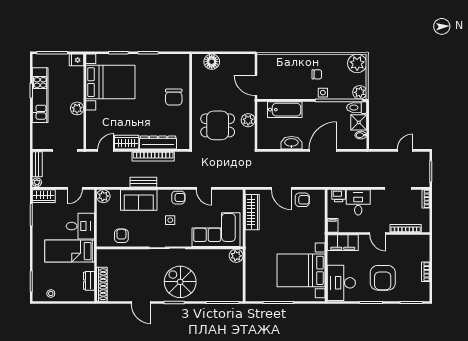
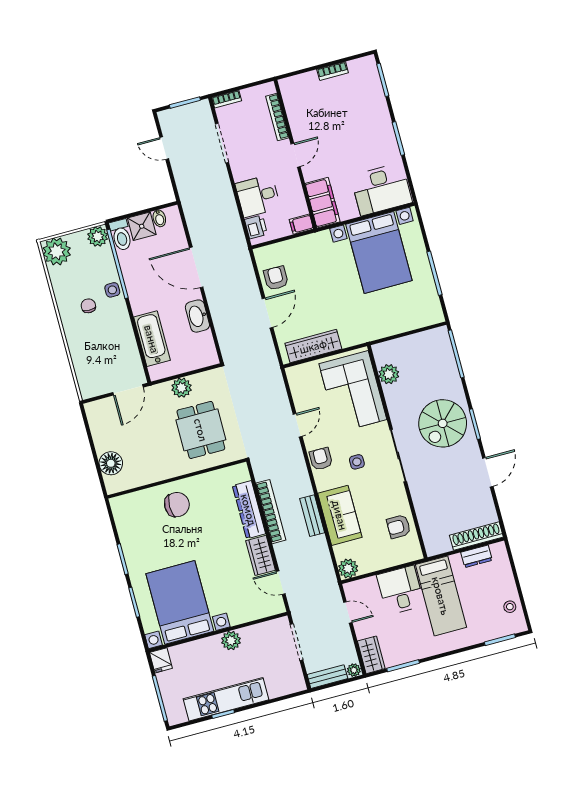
plant: (236, 256) -> (389, 374), moved
armchair: (383, 278) -> (358, 131), removed

